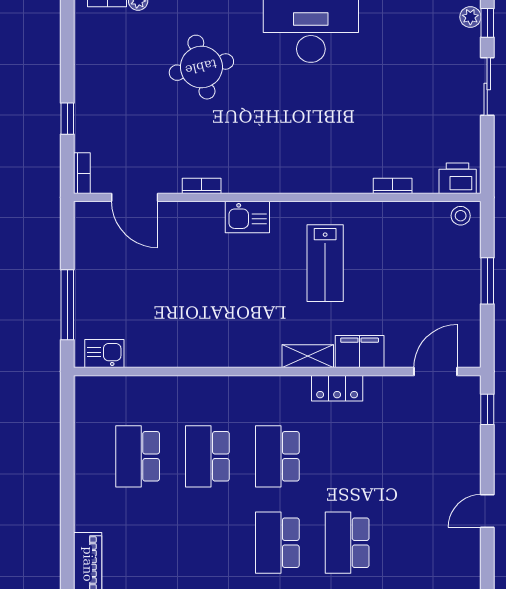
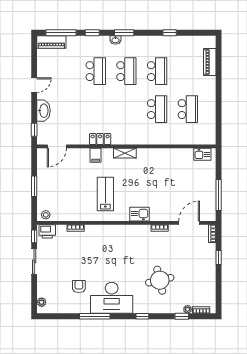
window: (487, 23) -> (34, 236), moved
armchair: (385, 53) -> (79, 287), added
sliding door: (487, 87) -> (34, 261), moved
door: (135, 197) -> (189, 223), hinge flipped
window: (67, 305) -> (219, 195), moved
filing cabinet: (360, 351) -> (96, 155), width x0.50
shelving: (308, 356) -> (125, 153), moved
washbasin: (466, 453) -> (43, 111), added
school desk: (277, 456) -> (157, 71), moved

